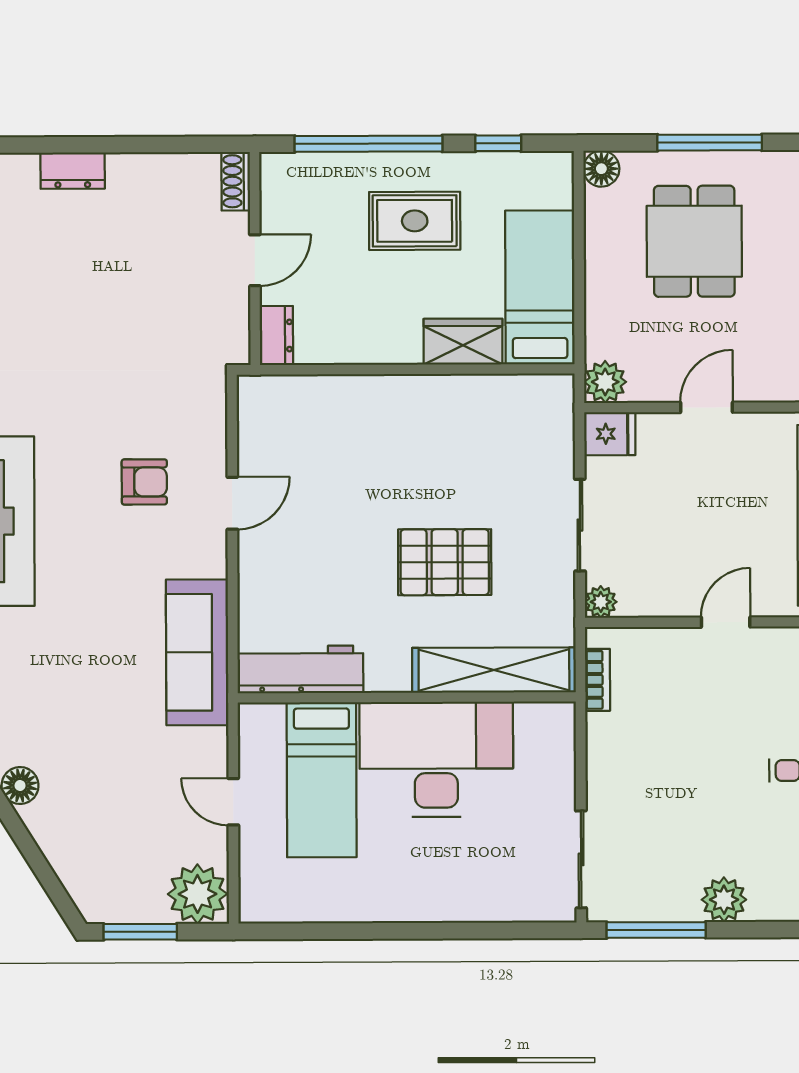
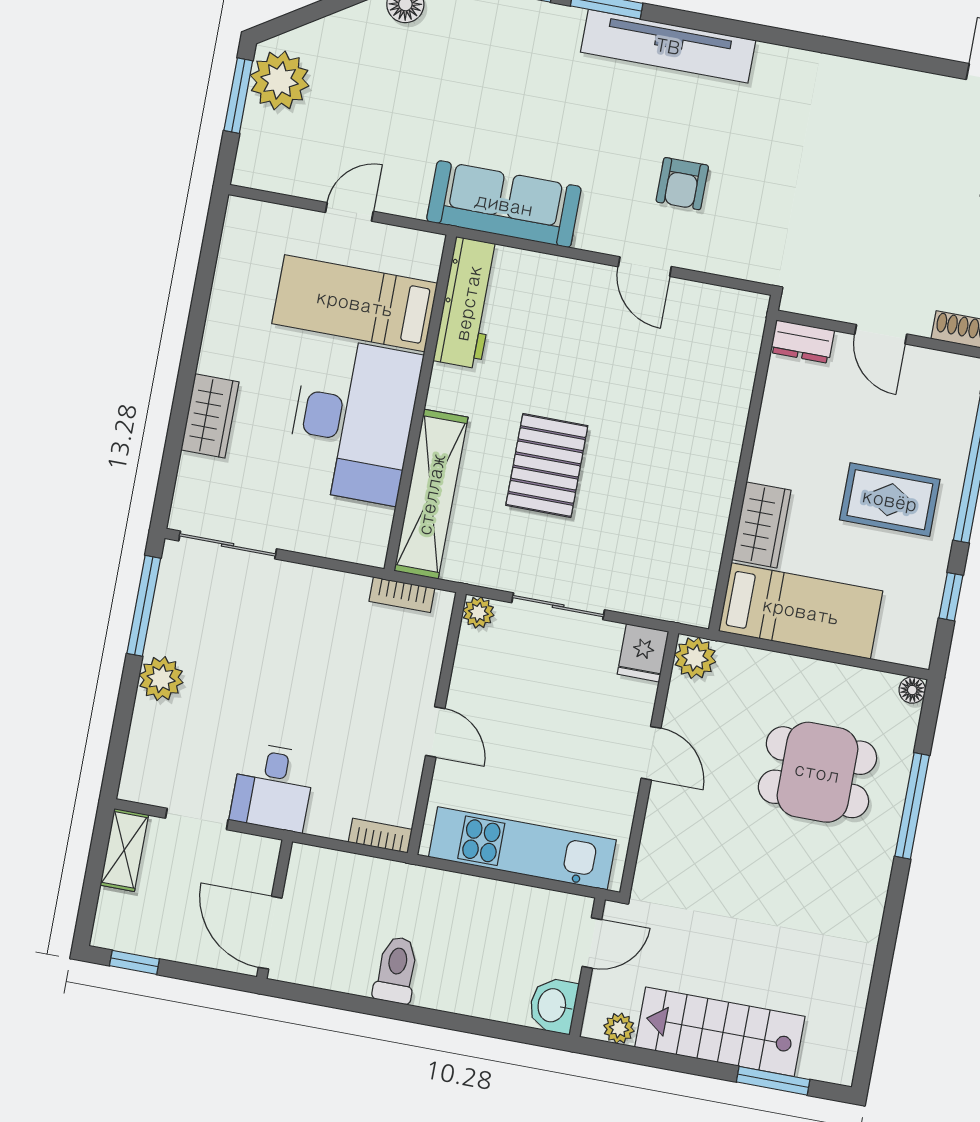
floor lamp: (601, 169) -> (912, 690), width x0.73, depth x0.73
rug: (415, 221) -> (890, 500), turned 90
plant: (198, 894) -> (280, 80), moved
wardrobe: (458, 900) -> (210, 416), added

